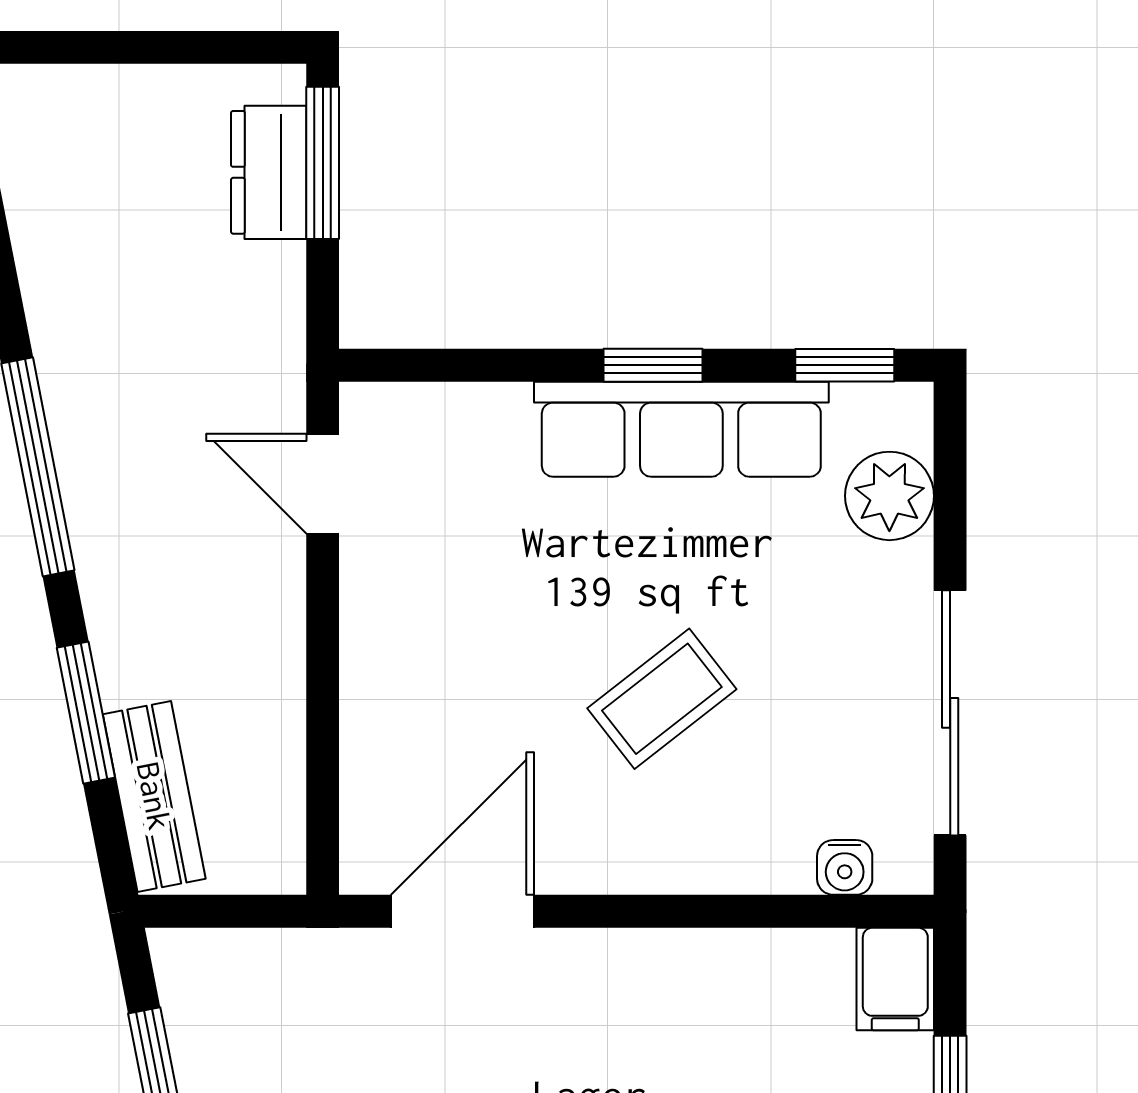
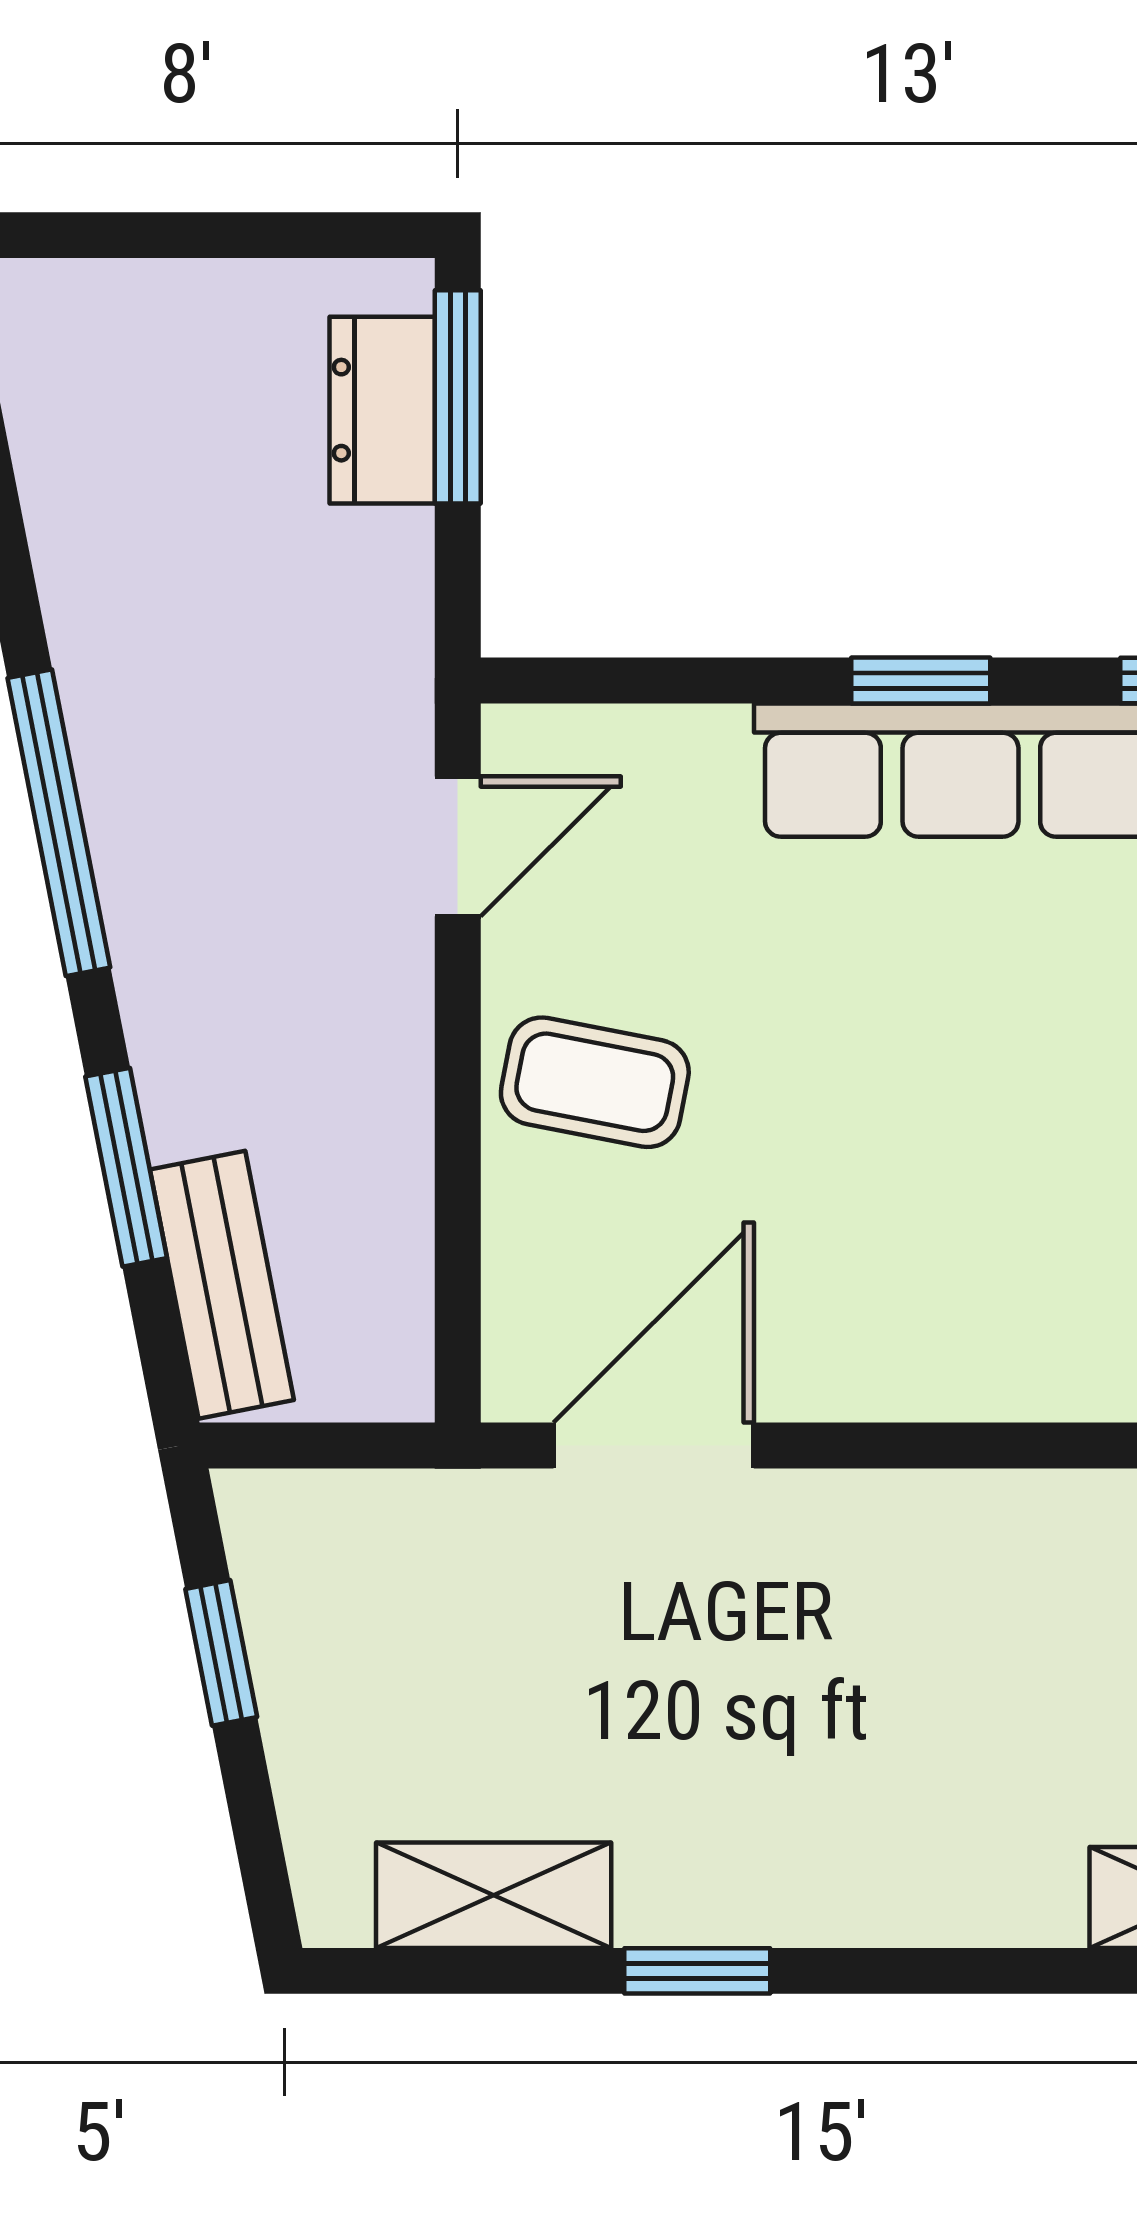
door: (323, 484) -> (458, 846), swing flipped
coffee table: (662, 699) -> (595, 1082), moved, turned 49

